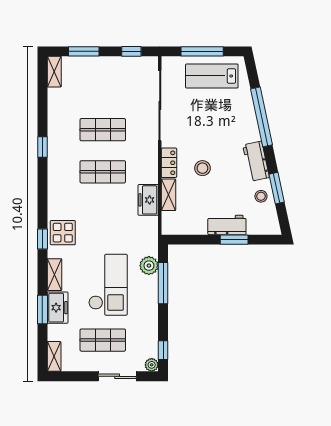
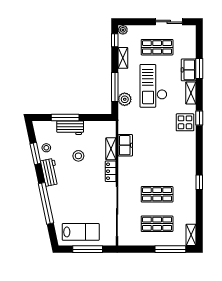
window: (84, 51) -> (170, 249), width x1.44
window: (131, 51) -> (137, 249), removed
stool: (202, 168) -> (78, 156), moved
shop shelf: (103, 172) -> (157, 224), moved
window: (234, 240) -> (65, 117), width x1.44
shelving: (54, 356) -> (123, 58), moved
sliding door: (117, 376) -> (169, 22), moved

